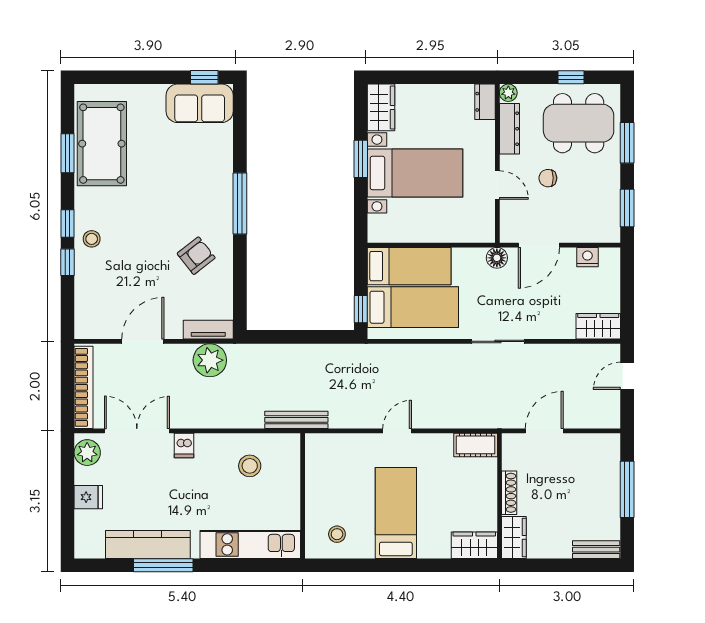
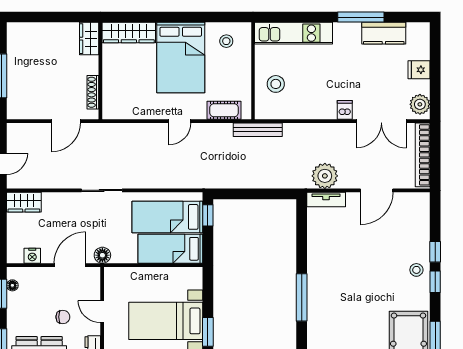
floor lamp: (613, 219) -> (12, 285), added
armchair: (196, 256) -> (335, 257), removed
cot: (476, 445) -> (224, 110), moved
stool: (250, 466) -> (276, 84), moved
shoe rack: (509, 493) -> (93, 92), moved
bed: (396, 513) -> (181, 58), width x1.50
kitchen counter: (148, 544) -> (384, 33), width x0.67
wardrobe: (474, 545) -> (129, 33), width x1.50
bench: (596, 550) -> (26, 29), removed

